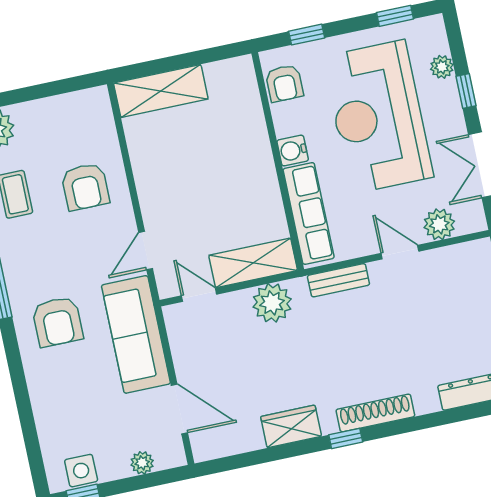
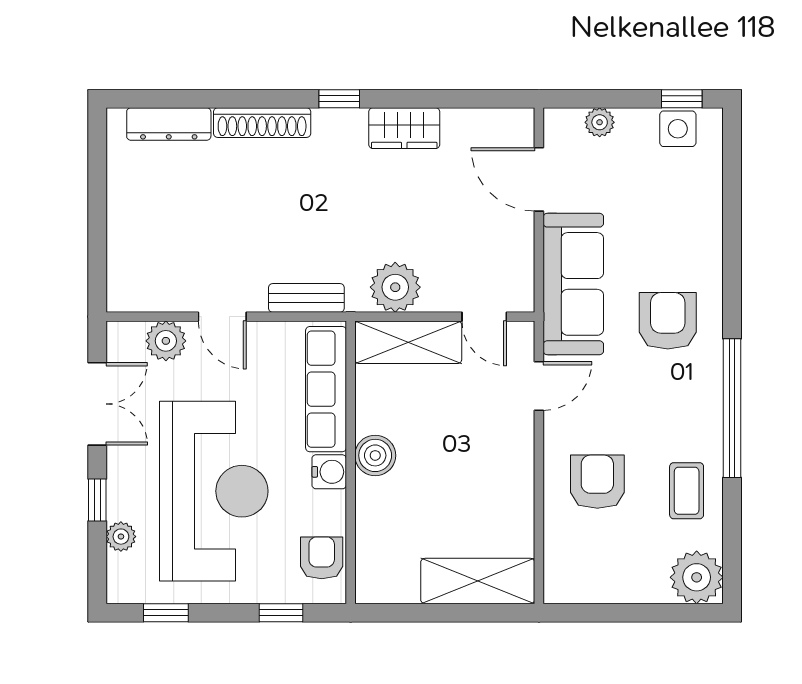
boiler: (260, 171) -> (375, 455), added
shoe rack: (375, 413) -> (262, 123), moved

